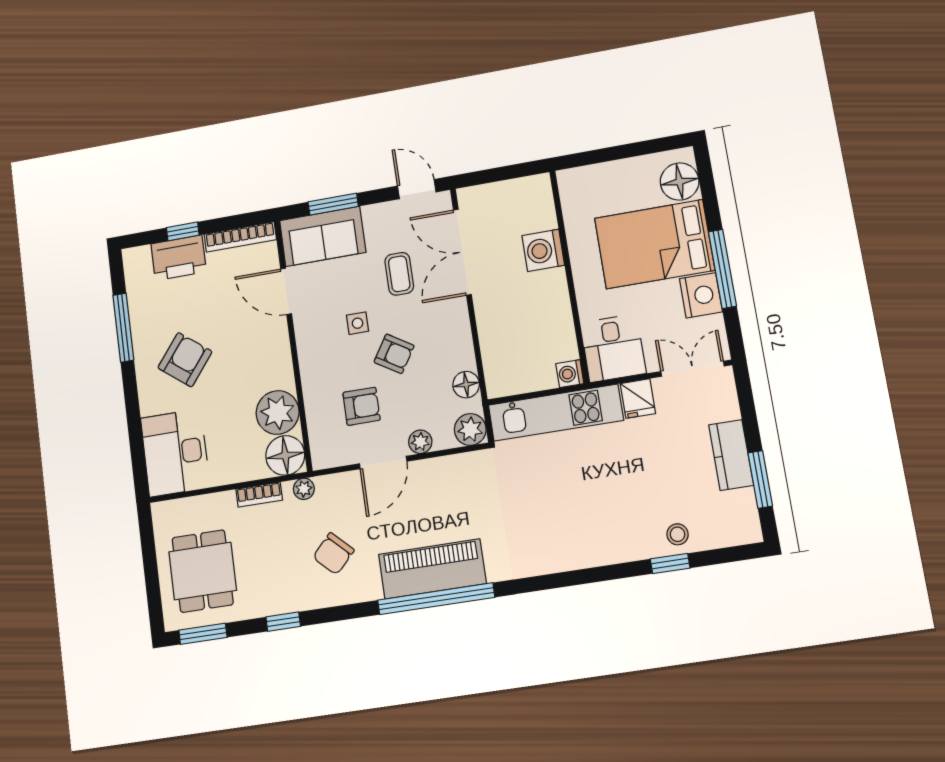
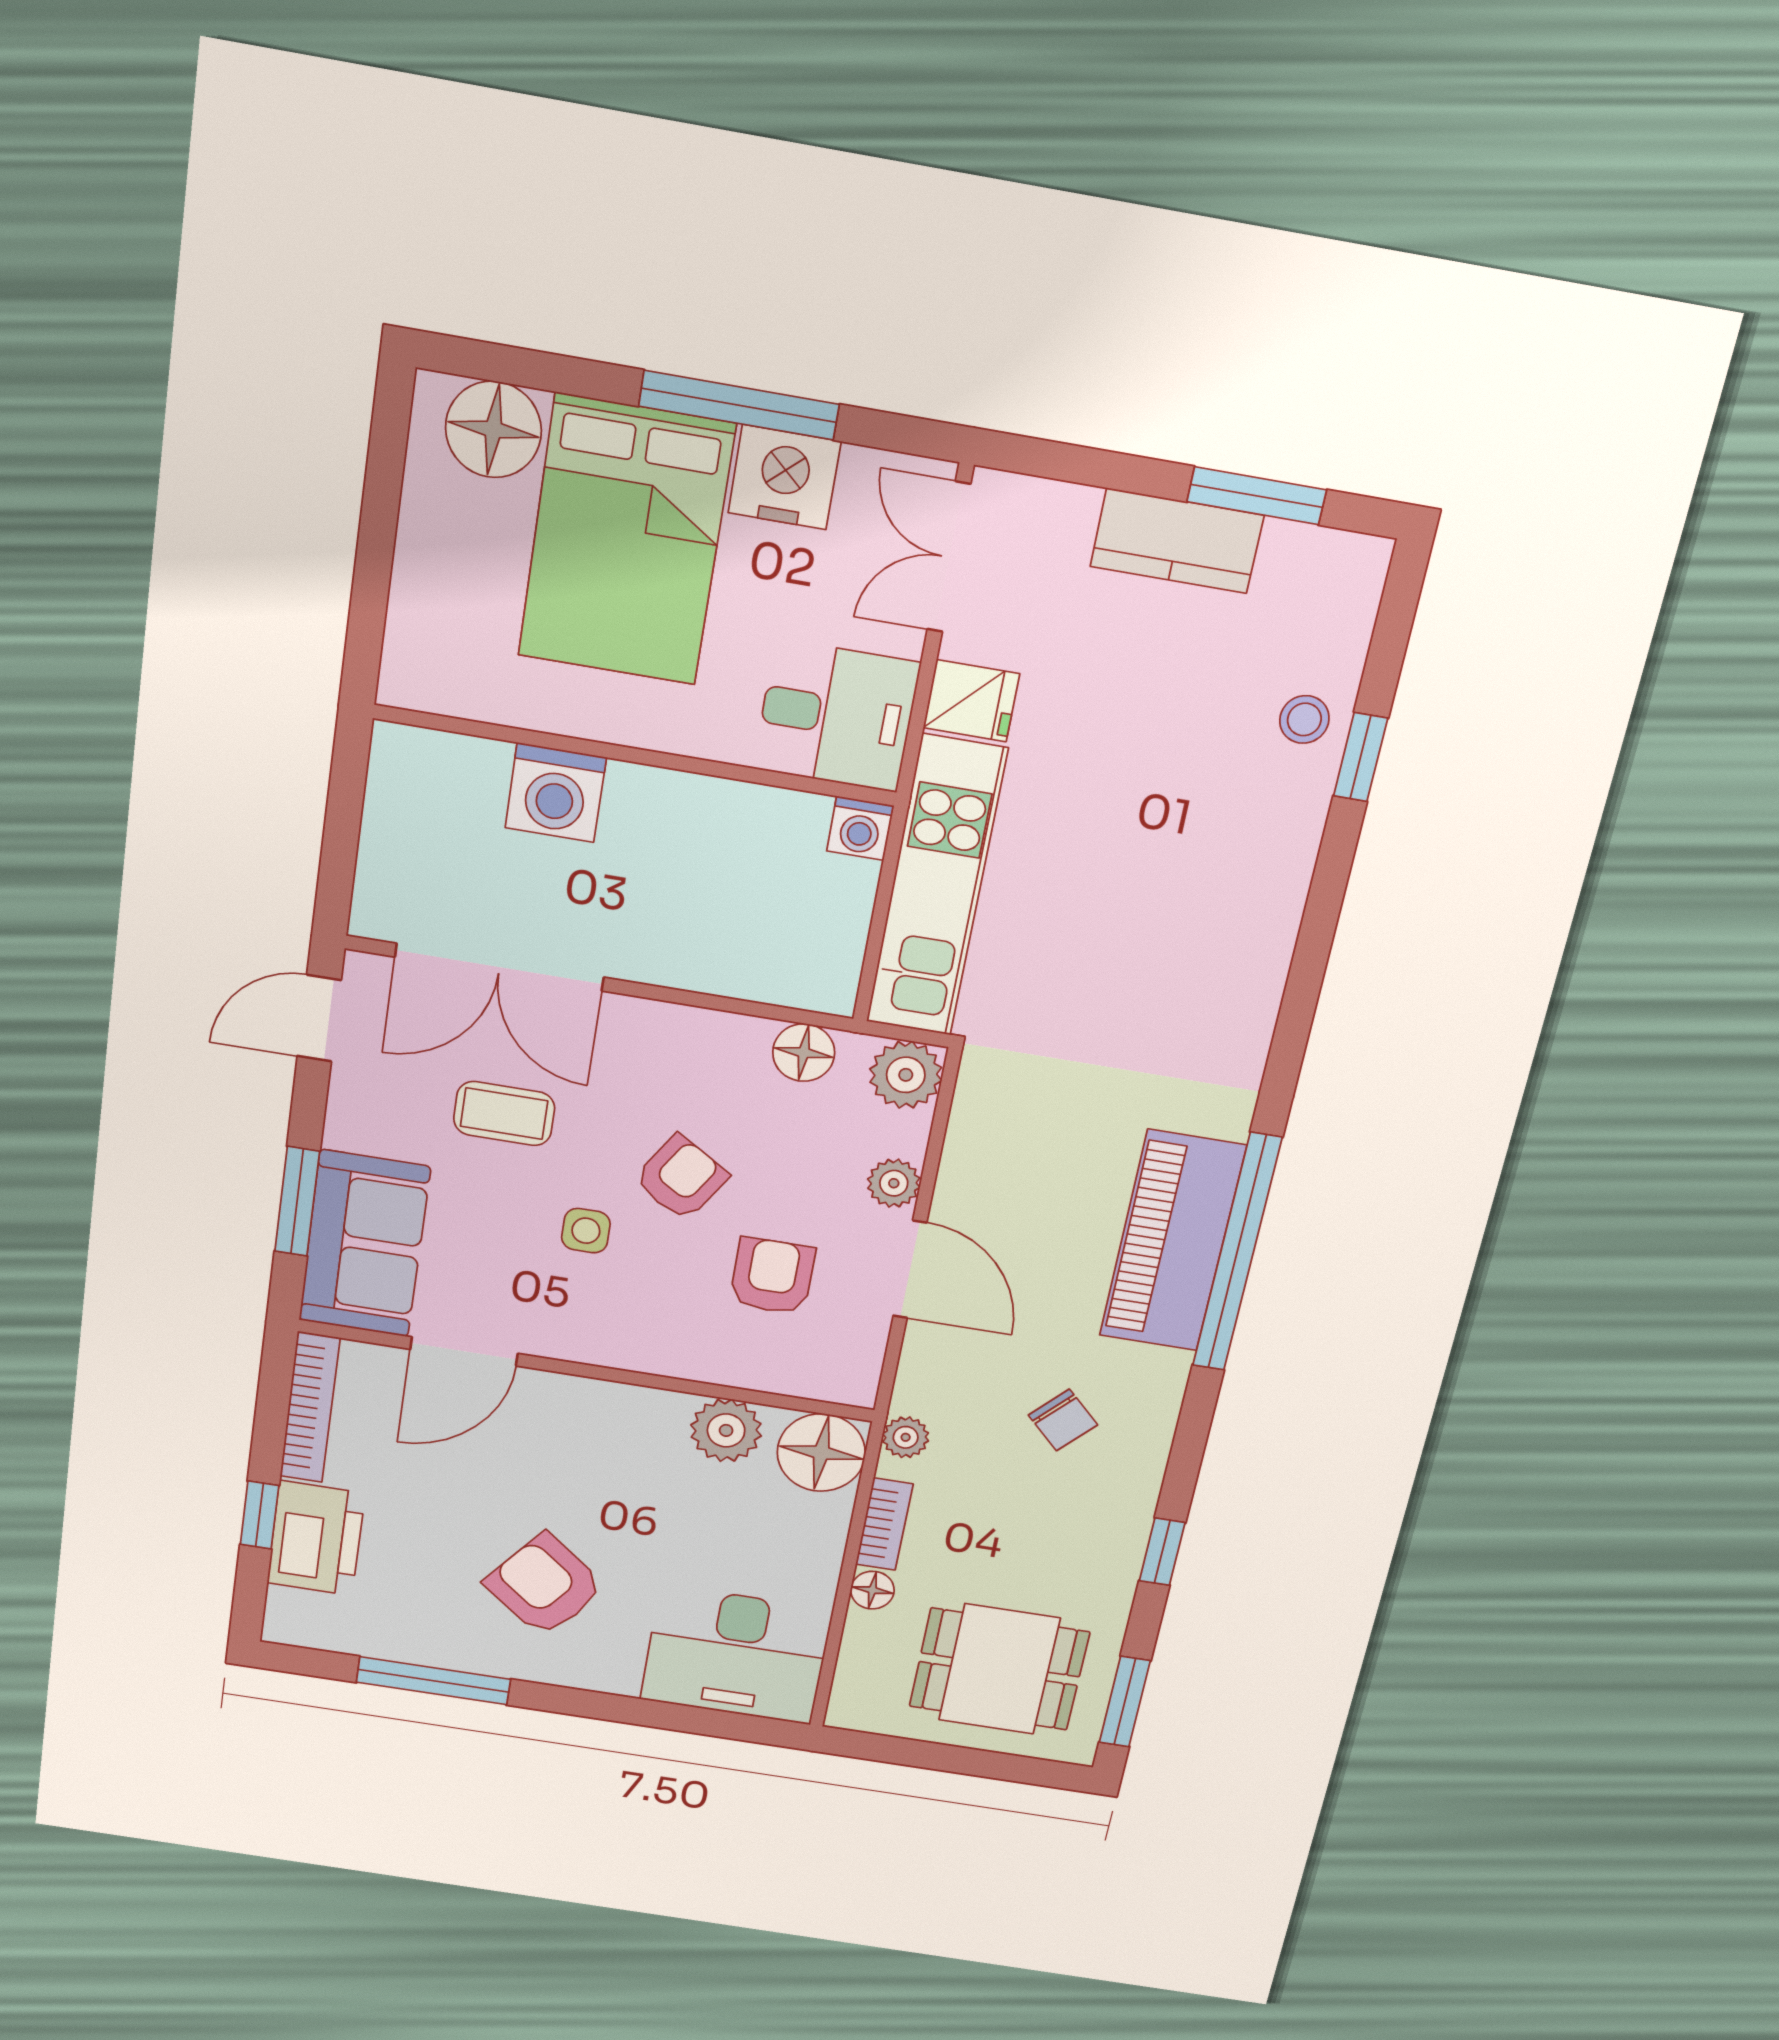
plant: (278, 412) -> (726, 1430), width x0.73, depth x0.73
floor lamp: (225, 501) -> (872, 1590), added
chair: (333, 554) -> (1063, 1420), width x0.73, depth x0.73

